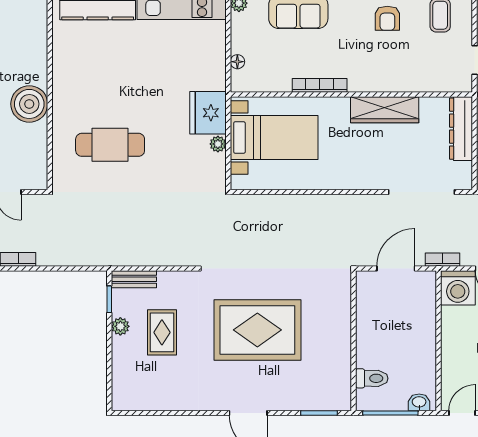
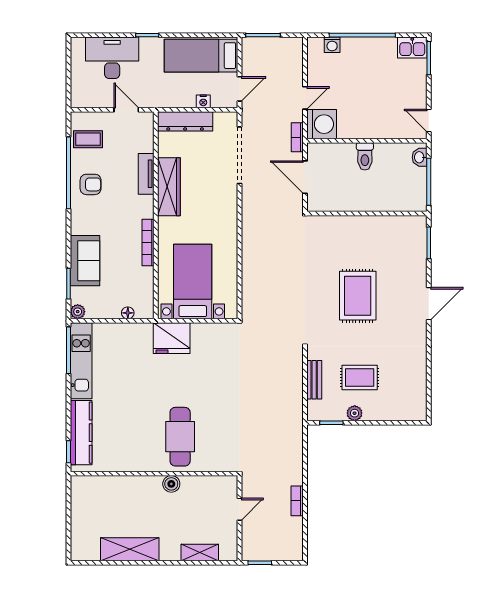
tv unit: (400, 83) -> (146, 174), added
boiler: (29, 104) -> (171, 484), width x0.54, depth x0.54
plant: (218, 144) -> (198, 330), removed
cafe table: (110, 145) -> (180, 437), moved
bench: (134, 279) -> (314, 380), moved
rug: (257, 330) -> (358, 296), width x0.73, depth x0.69
toilet: (372, 378) -> (365, 156), moved, turned 180

